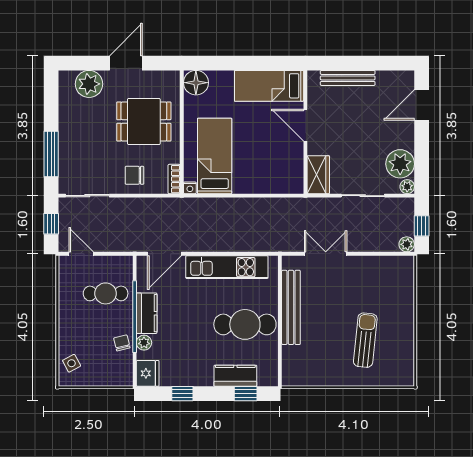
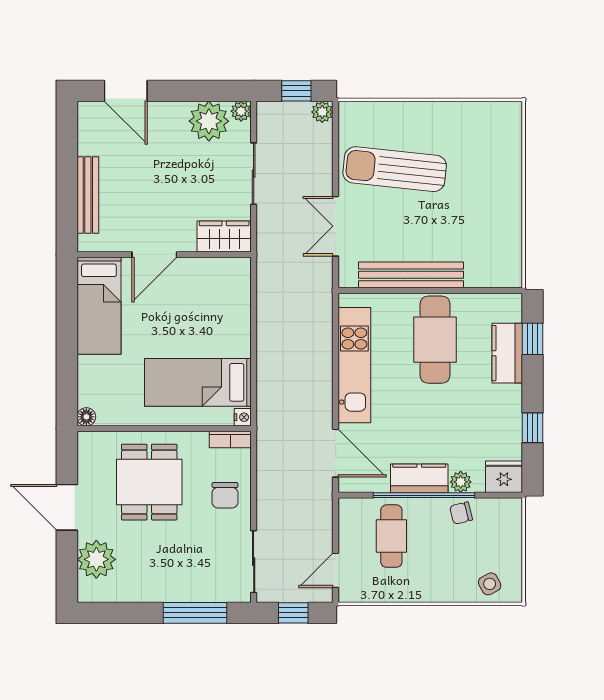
floor lamp: (196, 83) -> (86, 417), width x0.53, depth x0.53
sun lounger: (365, 340) -> (395, 169), moved, width x1.36, depth x1.34

